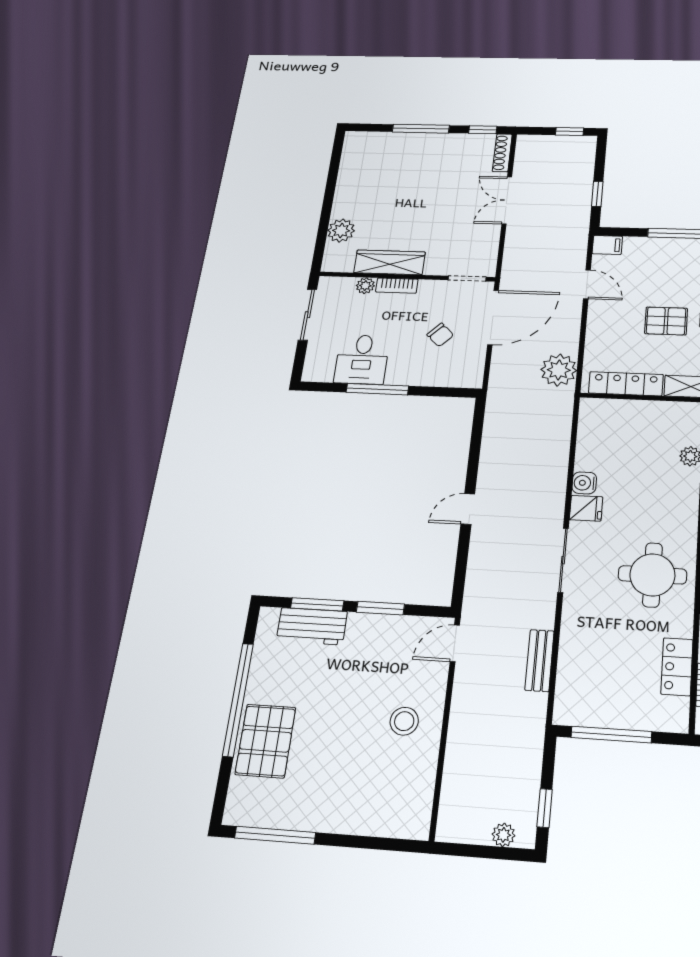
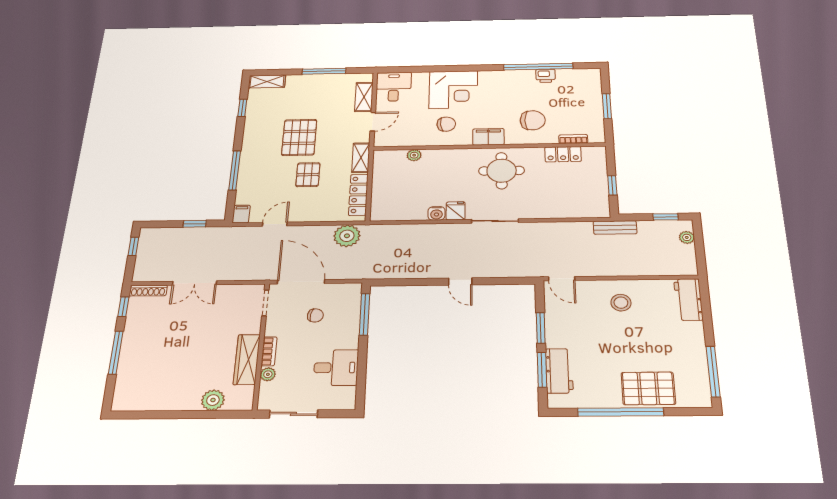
chair: (440, 335) -> (315, 315), turned 56
window: (377, 389) -> (365, 314), moved
bench: (540, 660) -> (615, 227), moved
window: (611, 735) -> (612, 185), width x0.46
workbench: (396, 819) -> (688, 299), added

